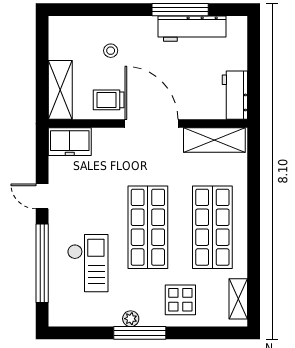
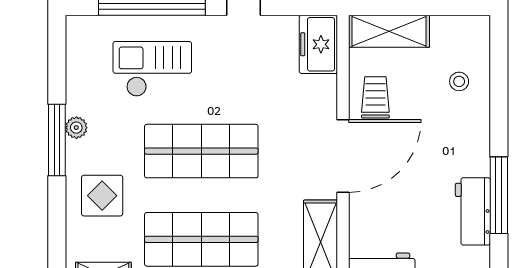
workbench: (192, 29) -> (473, 211), width x0.73
stool: (111, 51) -> (459, 81), moved
checkout: (88, 263) -> (152, 69), turned 180

